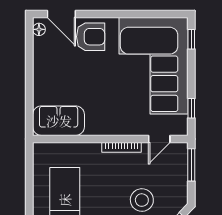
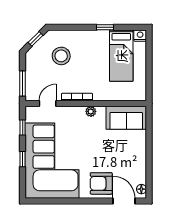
window: (191, 39) -> (23, 159), moved
plant: (104, 129) -> (91, 111), added

